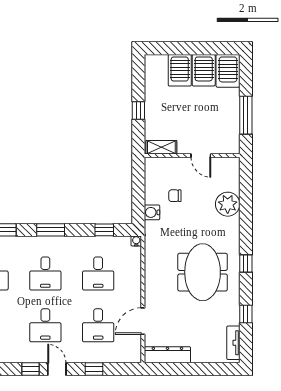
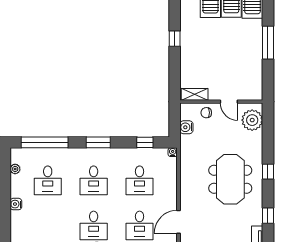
shelving: (161, 147) -> (195, 94), moved
wall: (192, 156) -> (221, 102), moved
door: (201, 156) -> (229, 102), moved

